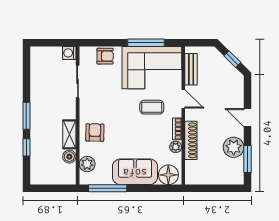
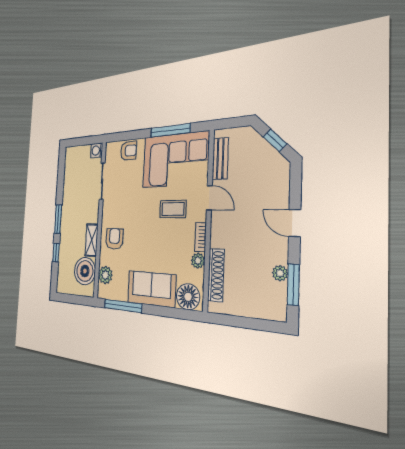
shoe rack: (191, 140) -> (216, 275), moved
plant: (234, 147) -> (280, 273), width x0.53, depth x0.53
boiler: (69, 157) -> (85, 271), width x1.86, depth x1.86

